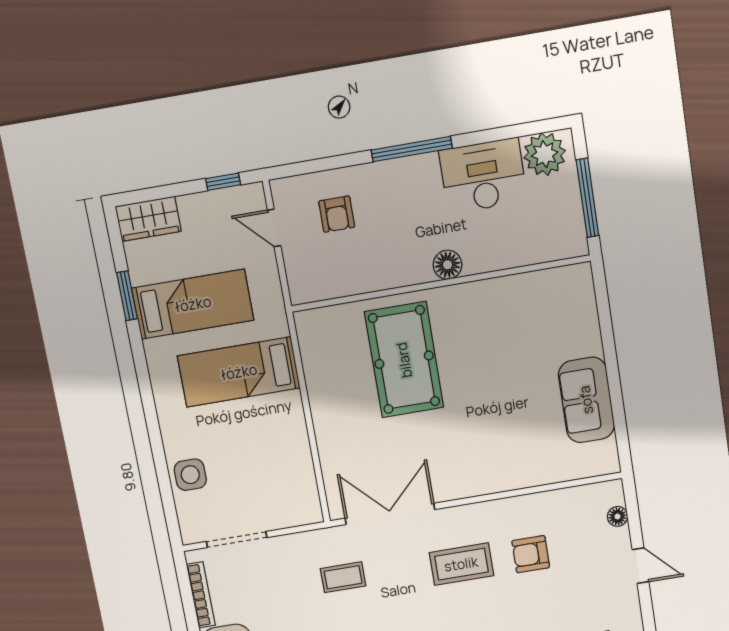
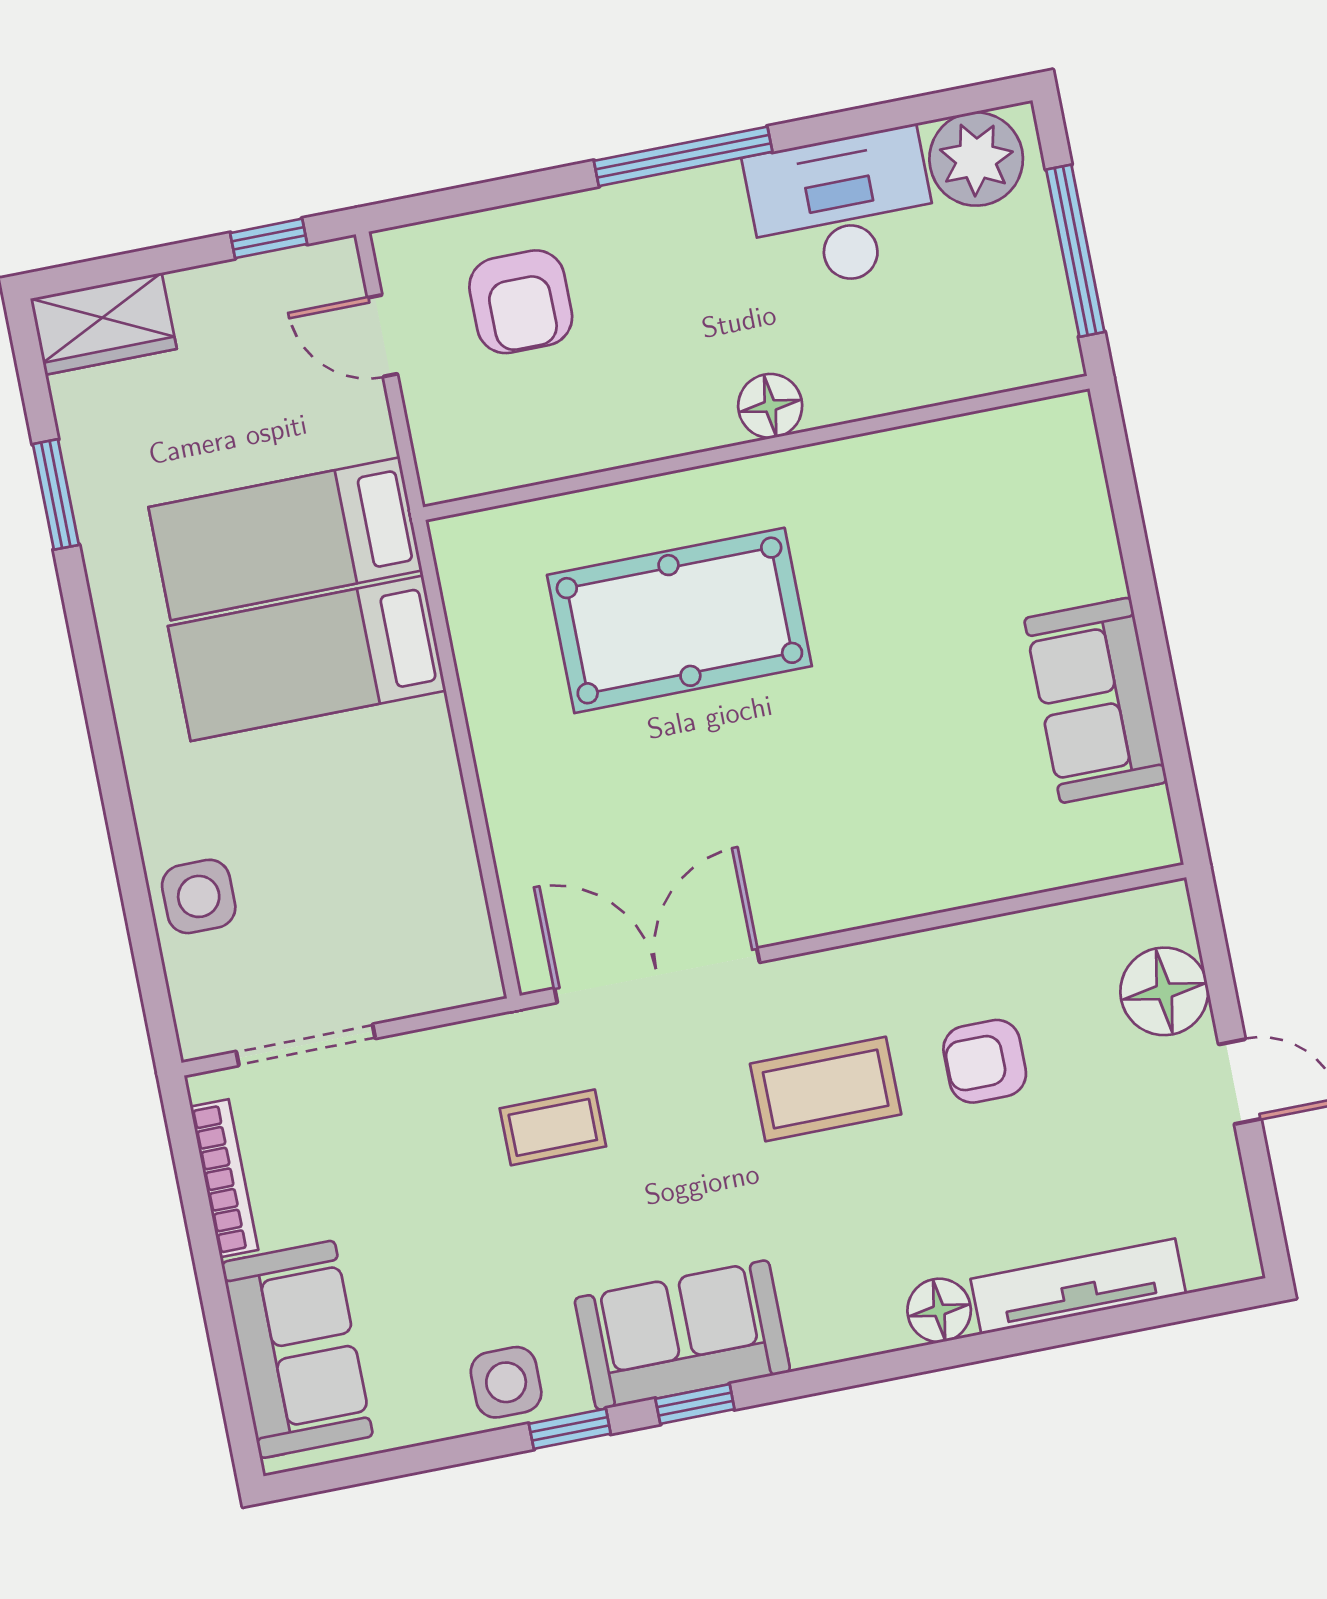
armchair: (337, 214) -> (521, 302), width x1.38, depth x1.38
bed: (193, 304) -> (285, 539), moved, turned 180
pool table: (404, 360) -> (679, 620), turned 90
floor lamp: (618, 516) -> (1164, 991), width x1.89, depth x1.89

